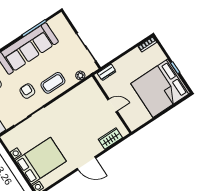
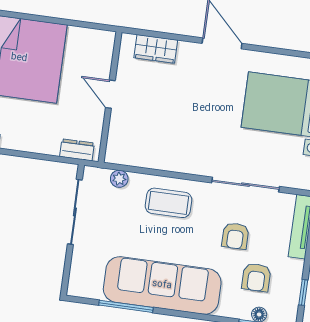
armchair: (27, 91) -> (235, 236), moved

